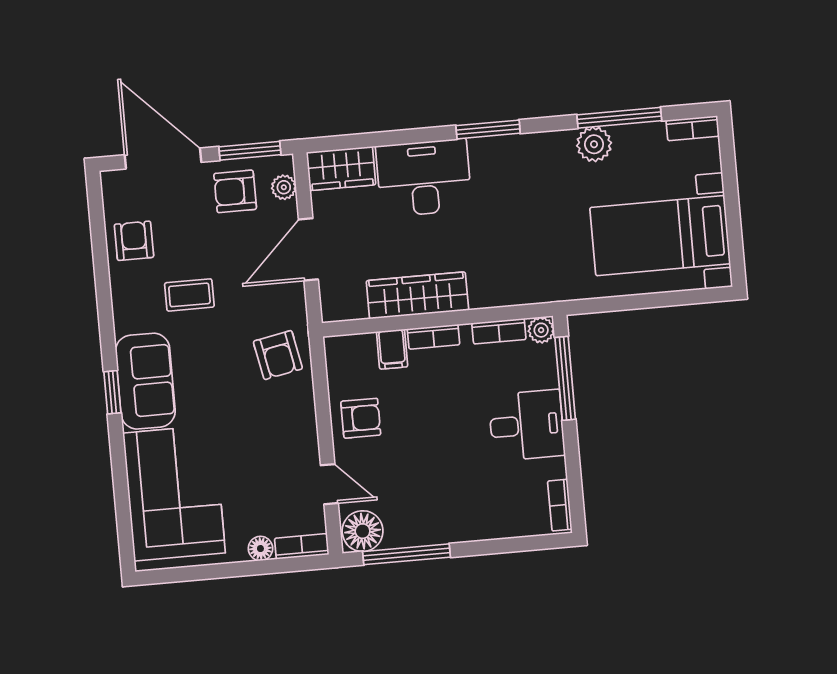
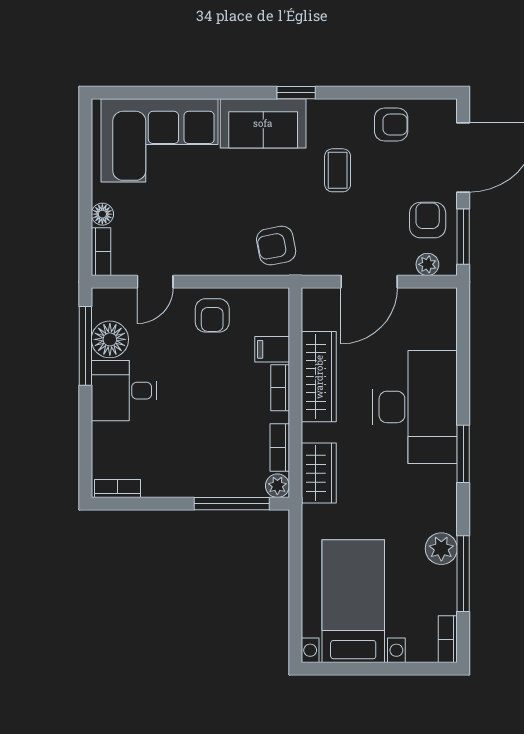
wardrobe: (341, 169) -> (319, 473), moved, turned 180
desk: (424, 178) -> (415, 407), width x1.36, depth x1.30
door: (308, 249) -> (369, 282), swing flipped
window: (112, 392) -> (296, 93), moved
desk: (527, 425) -> (124, 391), moved, turned 90
floor lamp: (363, 531) -> (110, 339), moved

